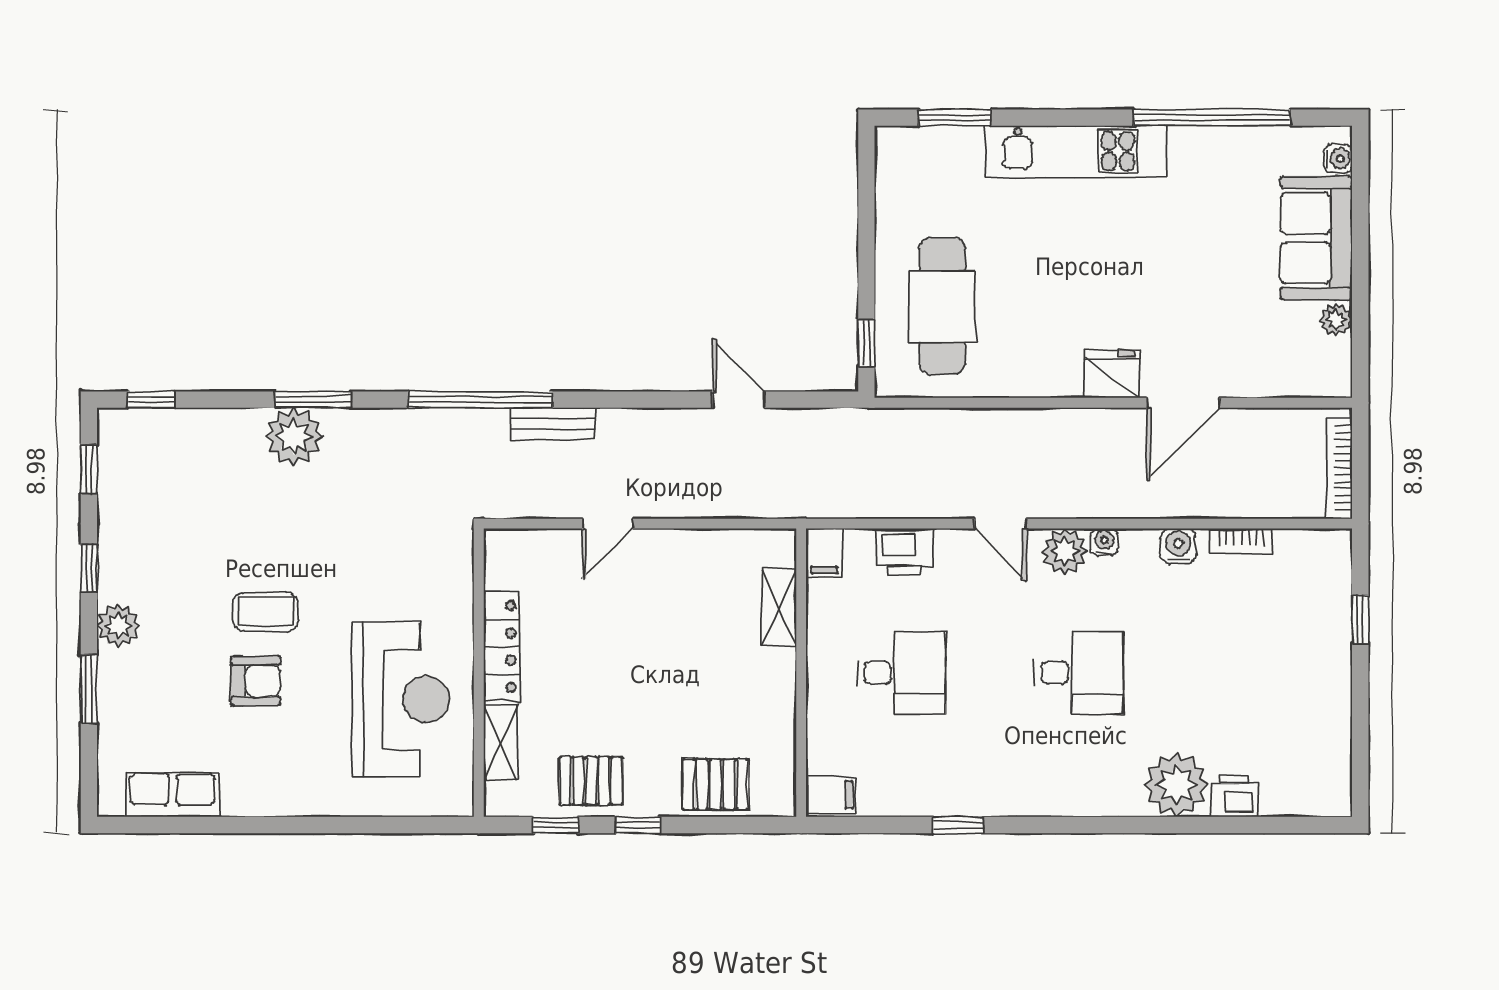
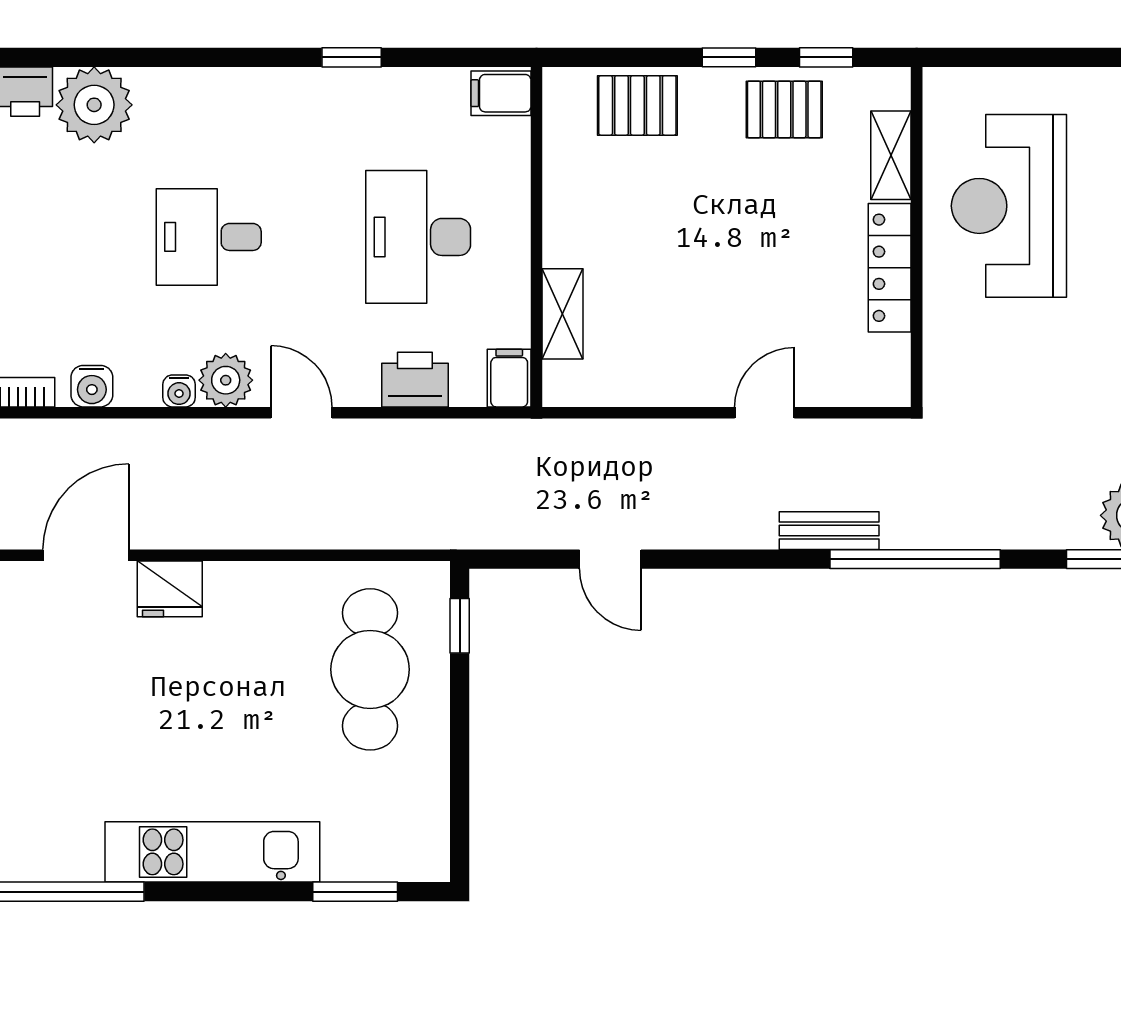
desk: (901, 673) -> (418, 237), width x1.37

